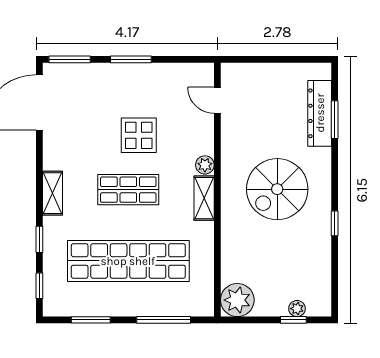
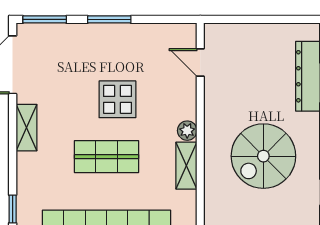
shelving: (52, 193) -> (27, 128), moved

